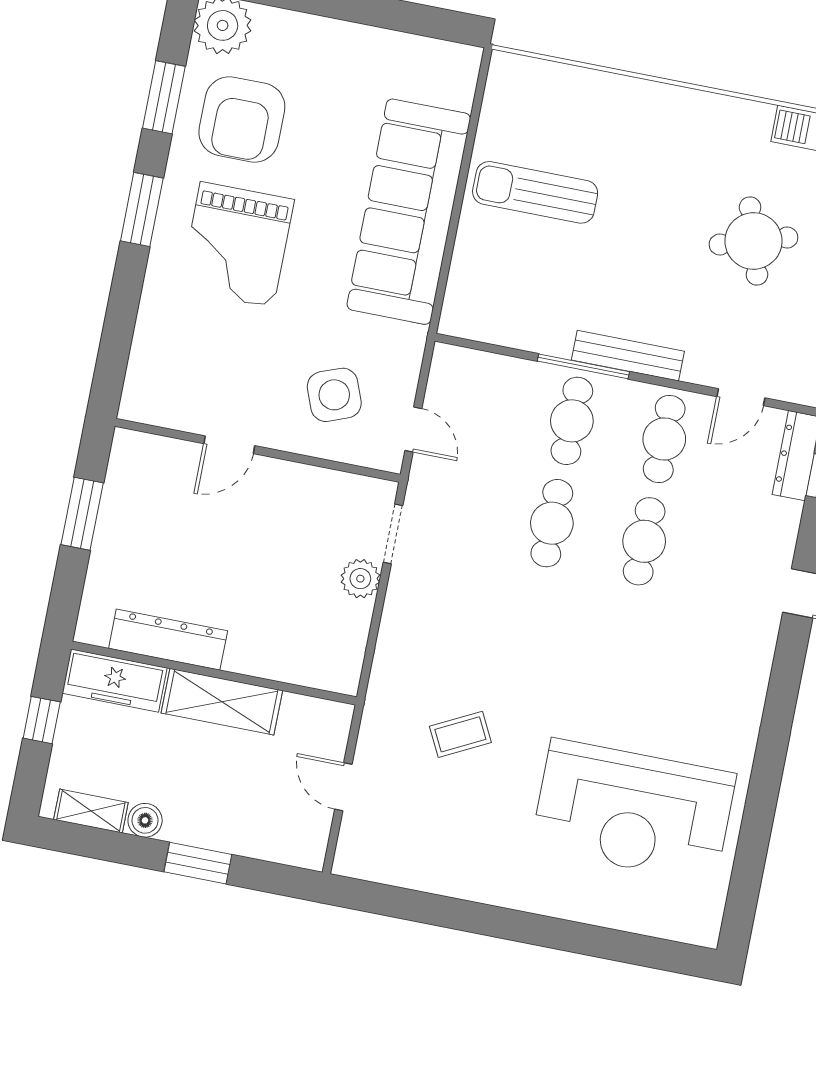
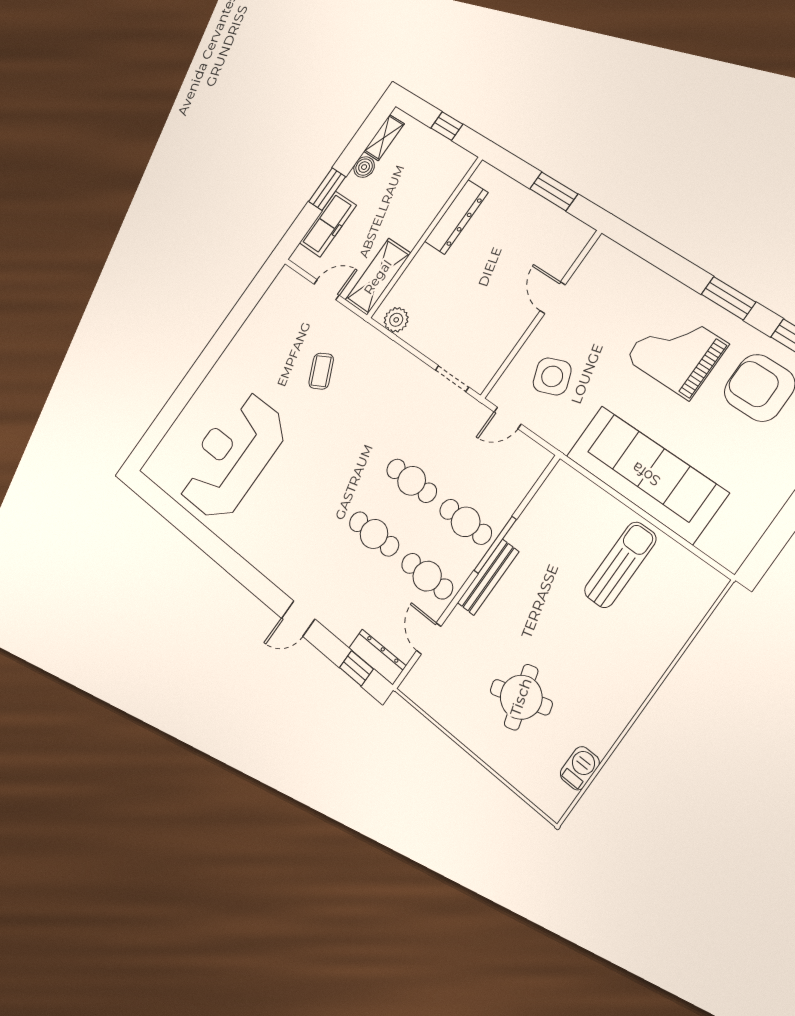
plant: (360, 579) -> (396, 320), moved
freezer: (115, 681) -> (328, 224), moved, turned 180
shelving: (222, 702) -> (378, 277), moved

